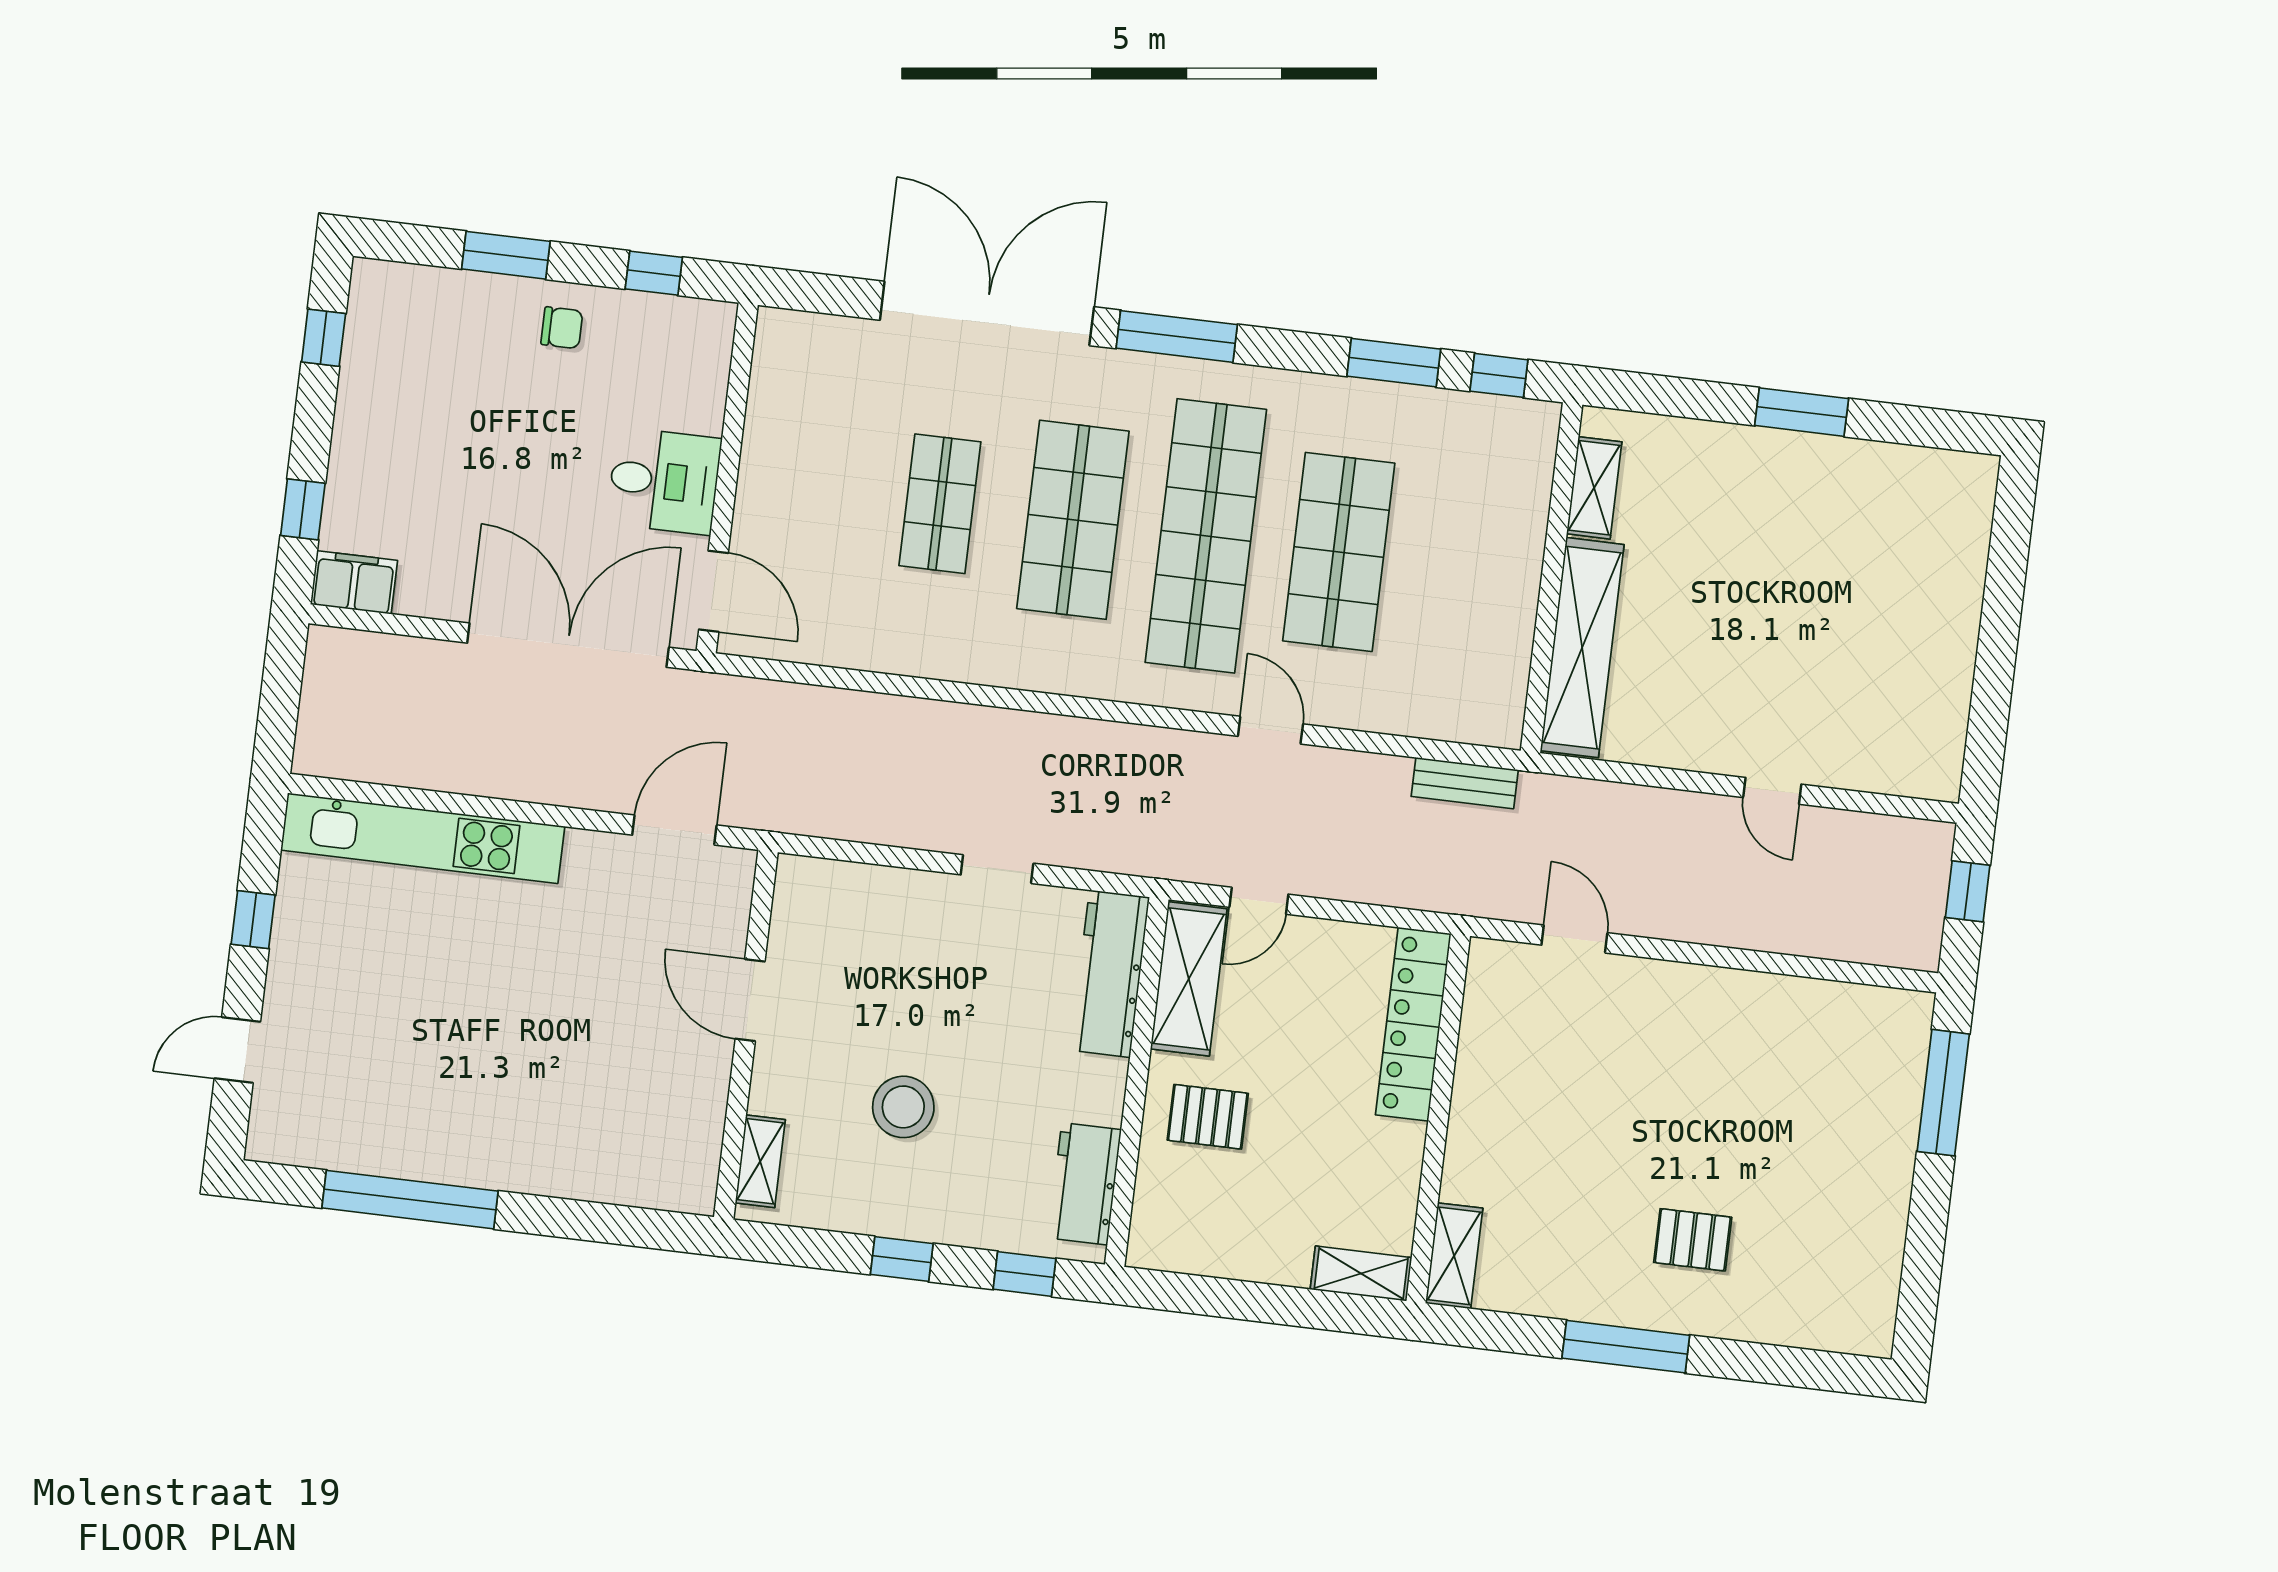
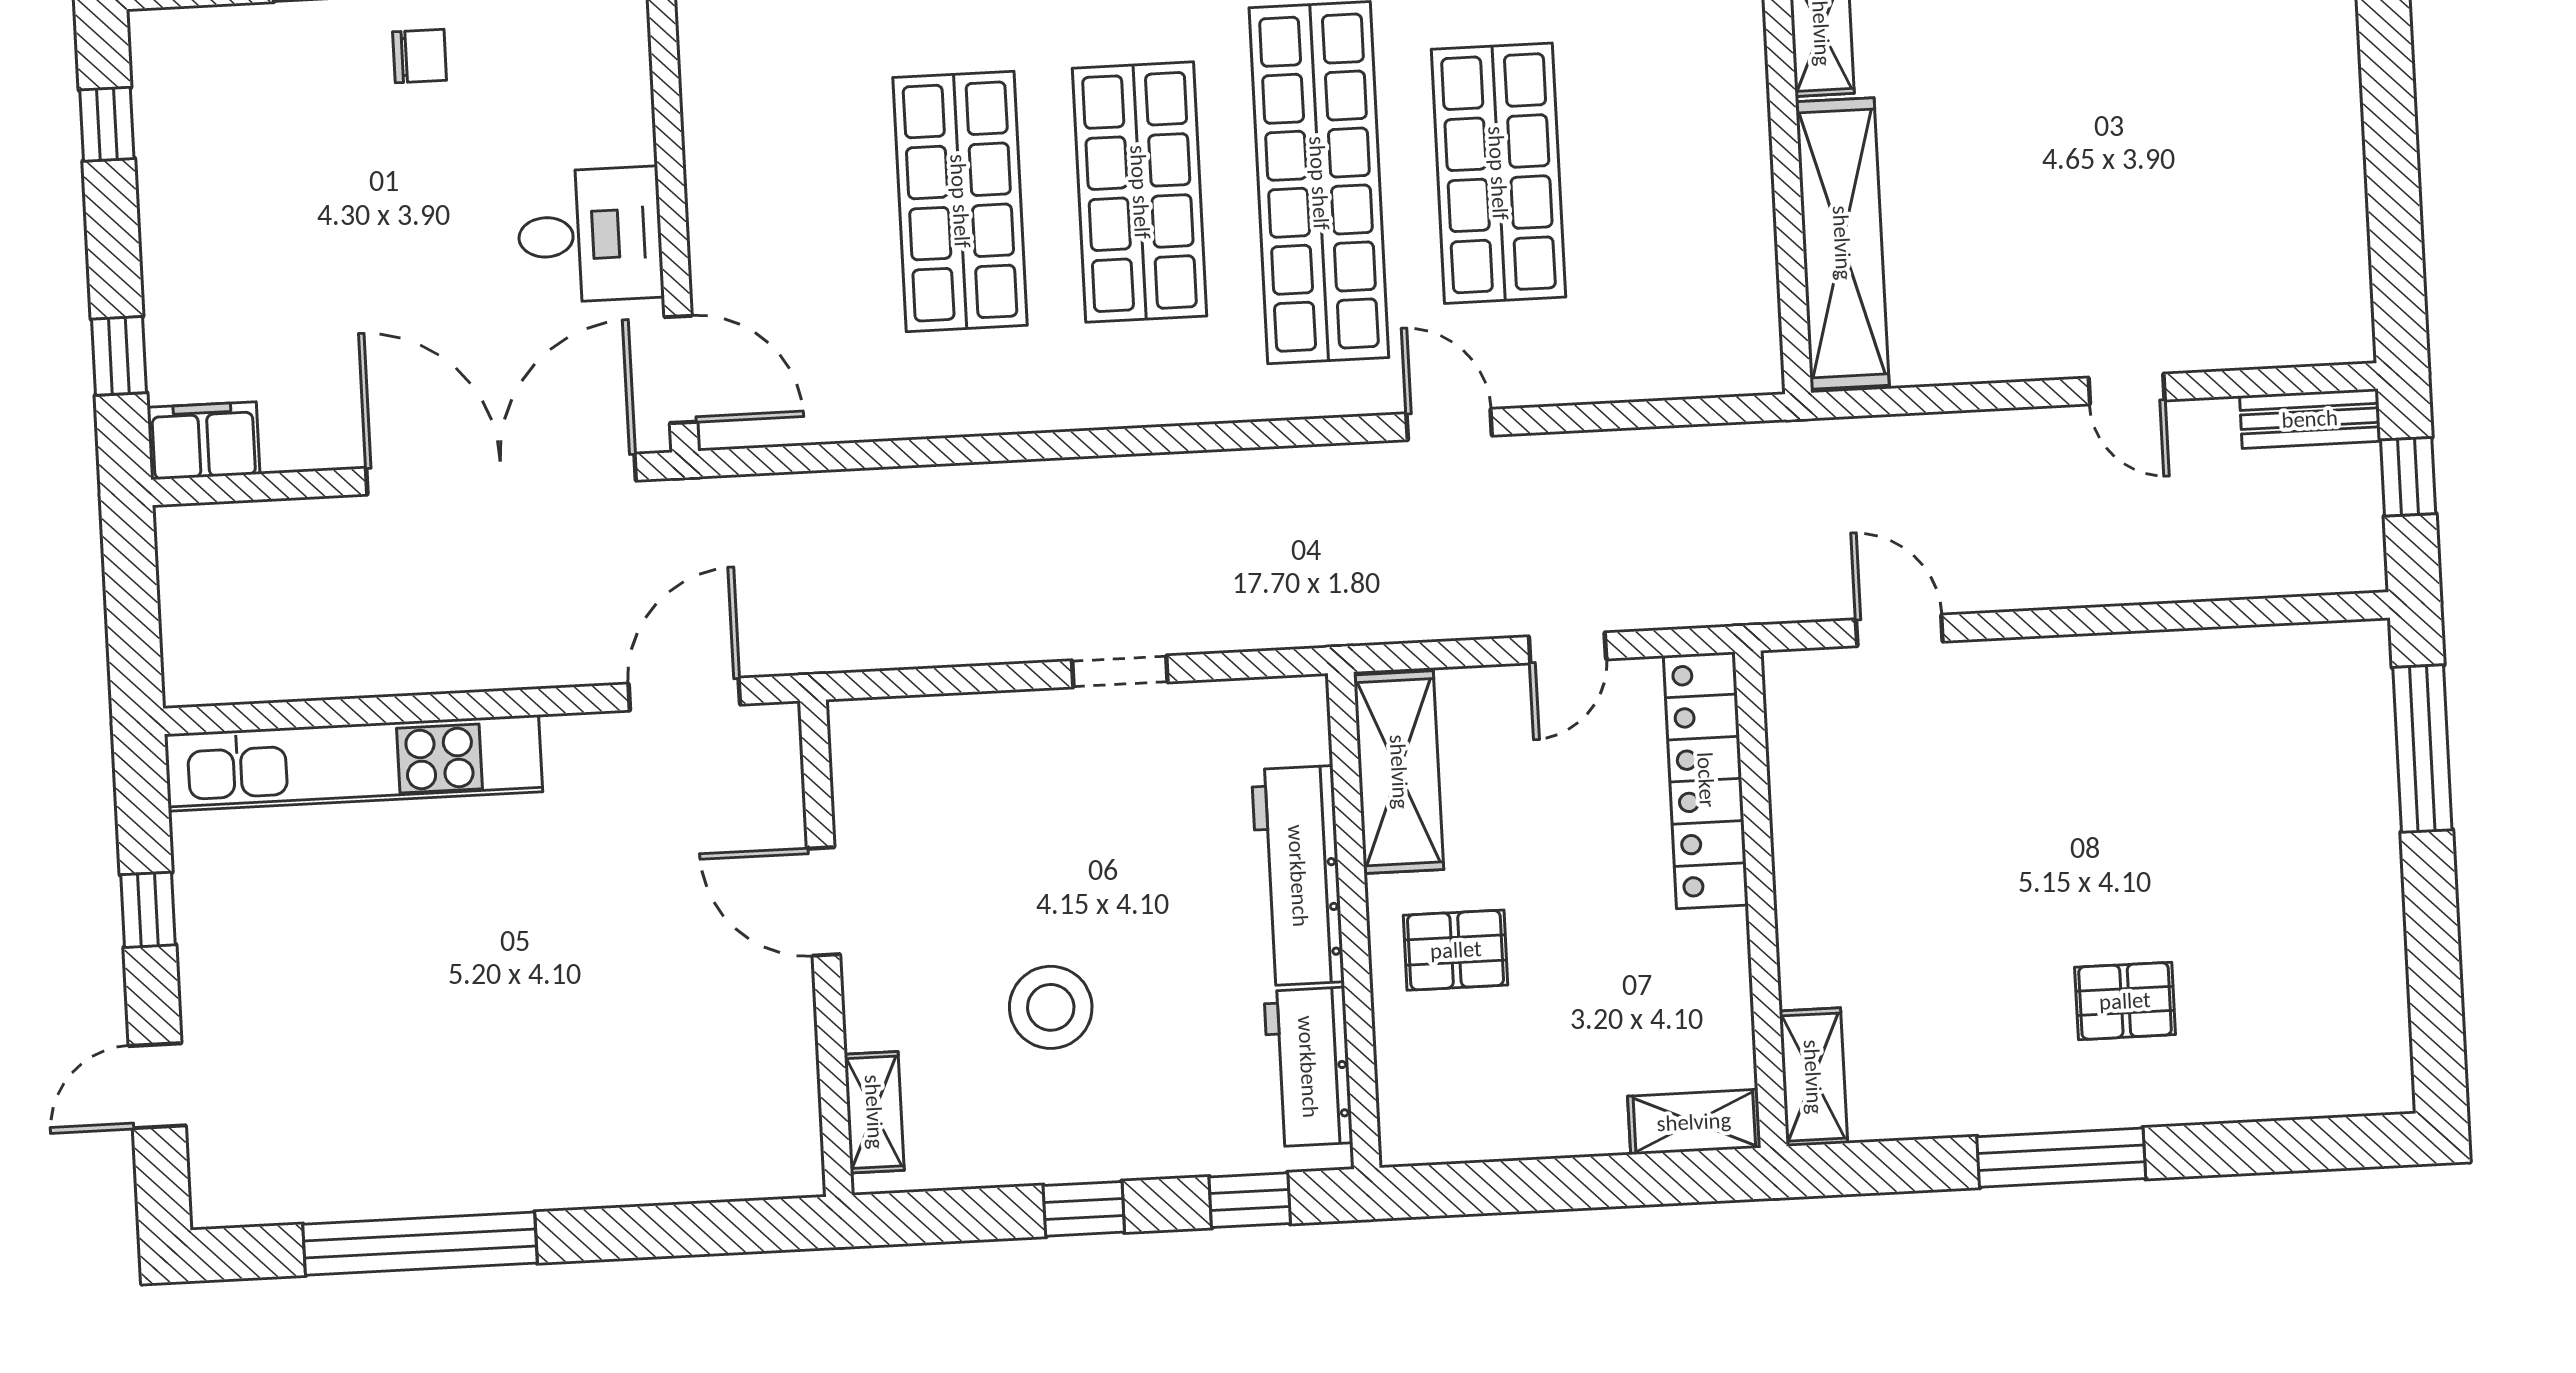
shop shelf: (940, 504) -> (960, 201), width x1.43, depth x1.36
bench: (1465, 783) -> (2310, 419), moved
door: (1259, 901) -> (1567, 648), moved
workbench: (1110, 974) -> (1298, 876), moved

